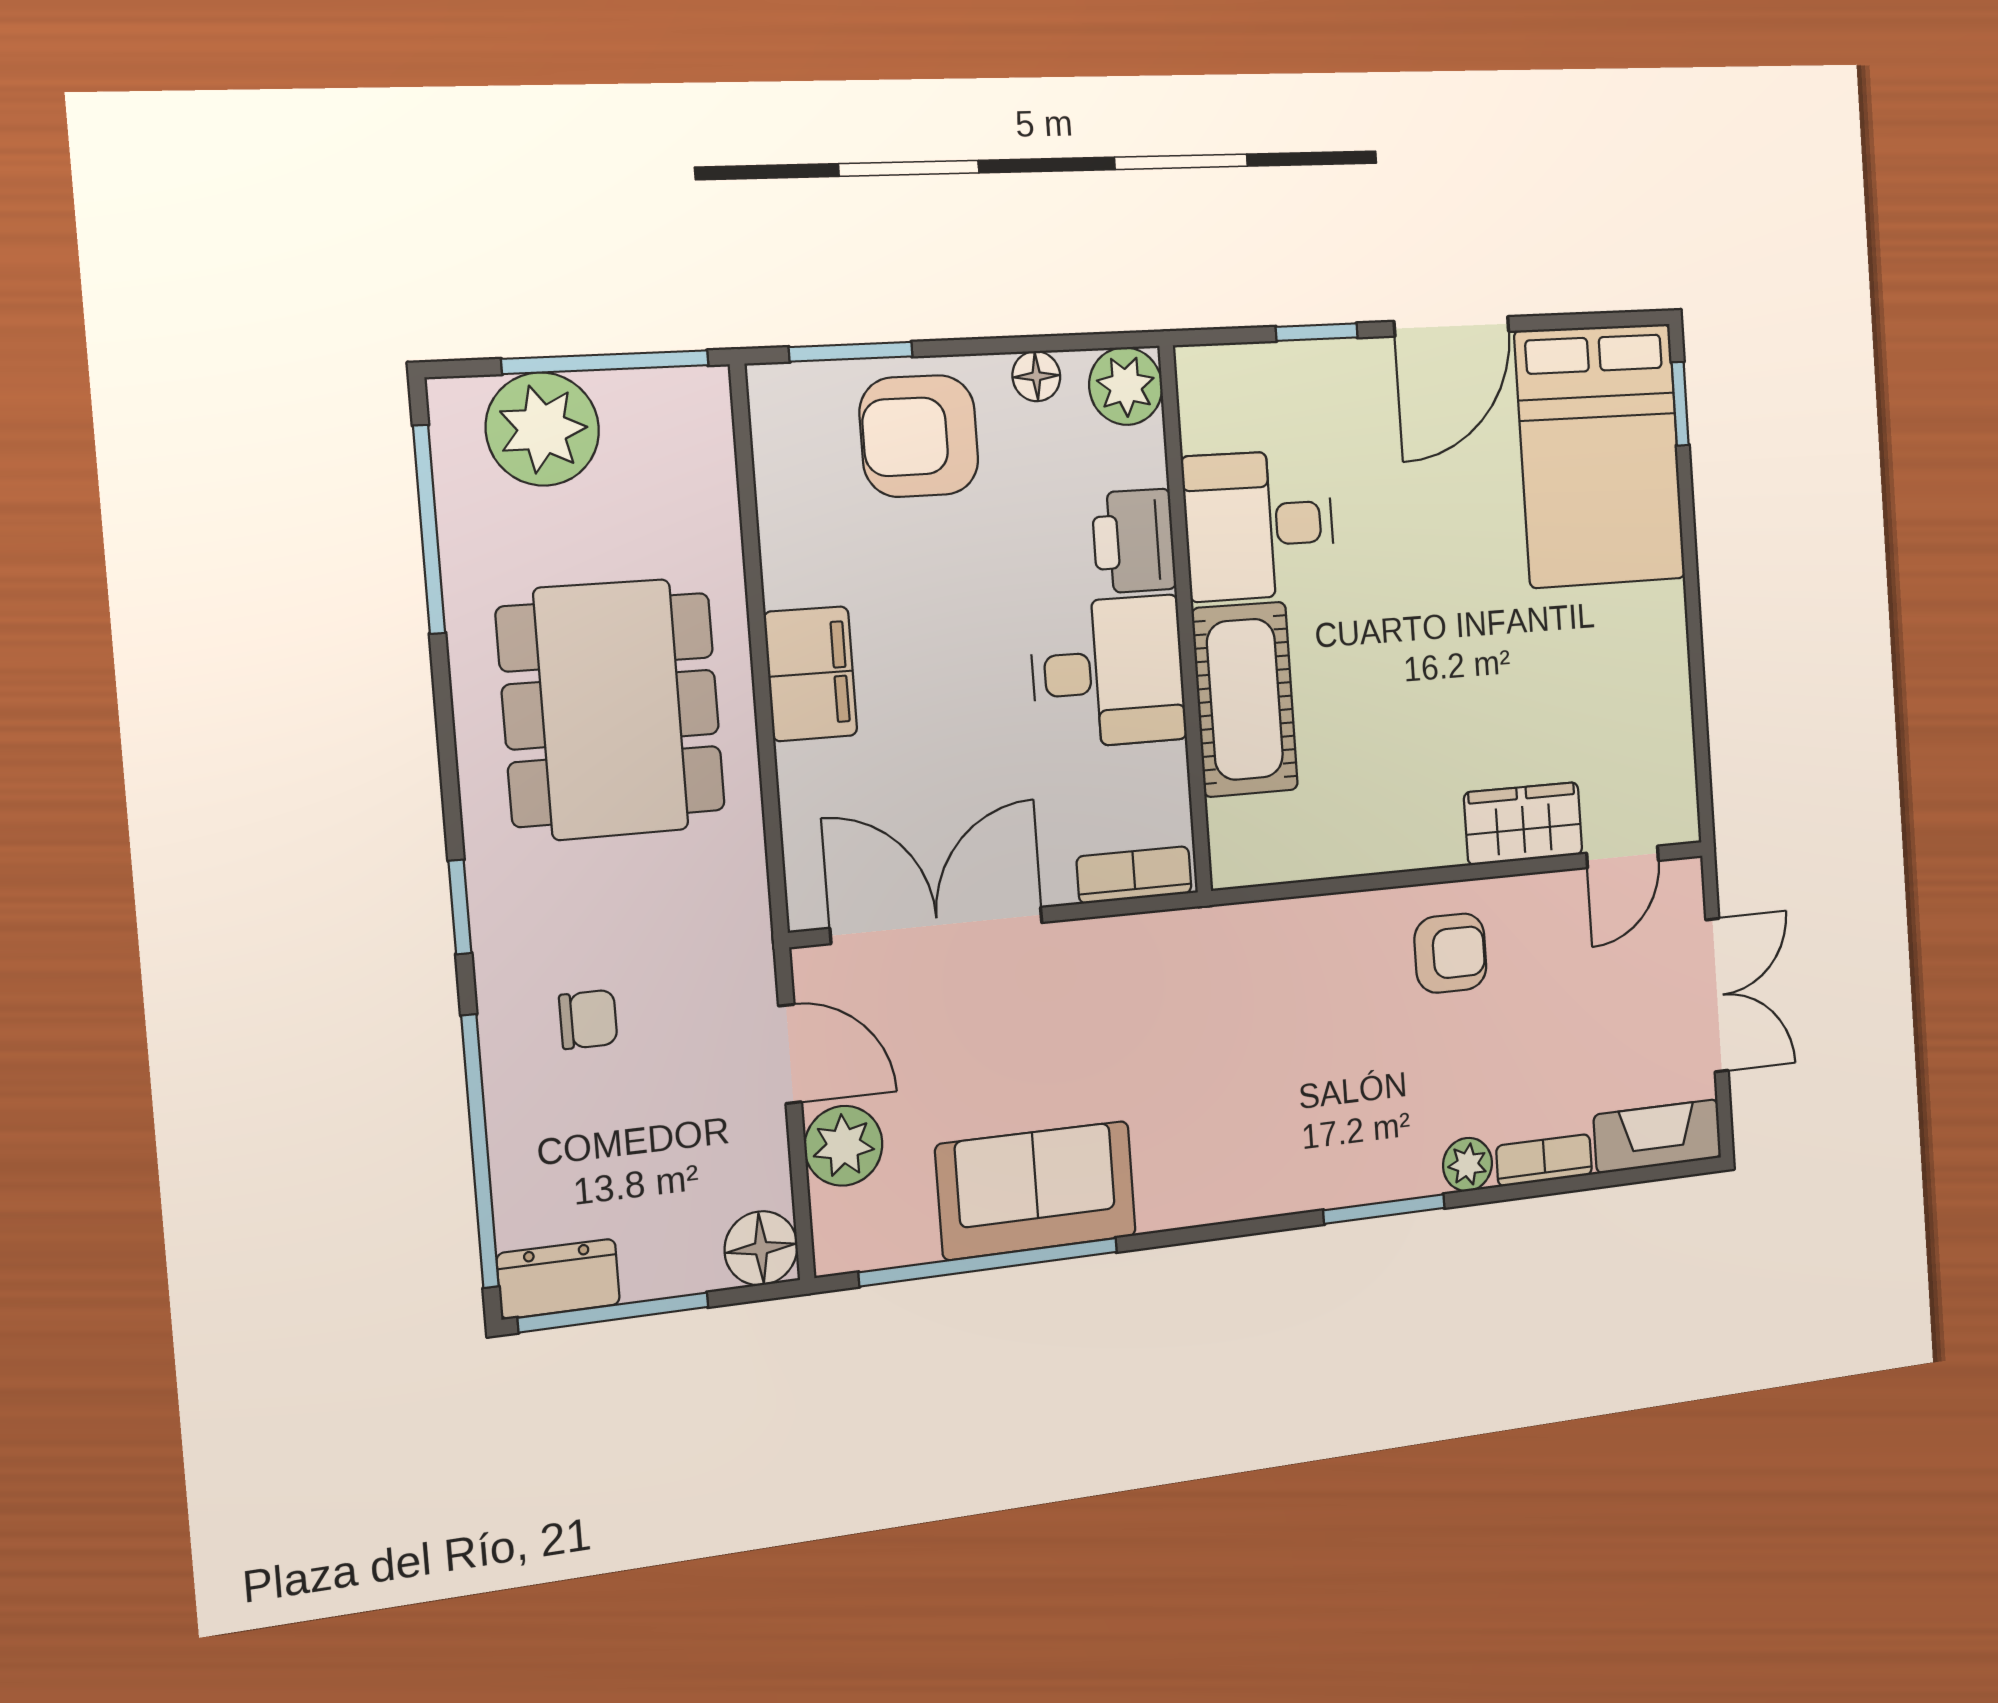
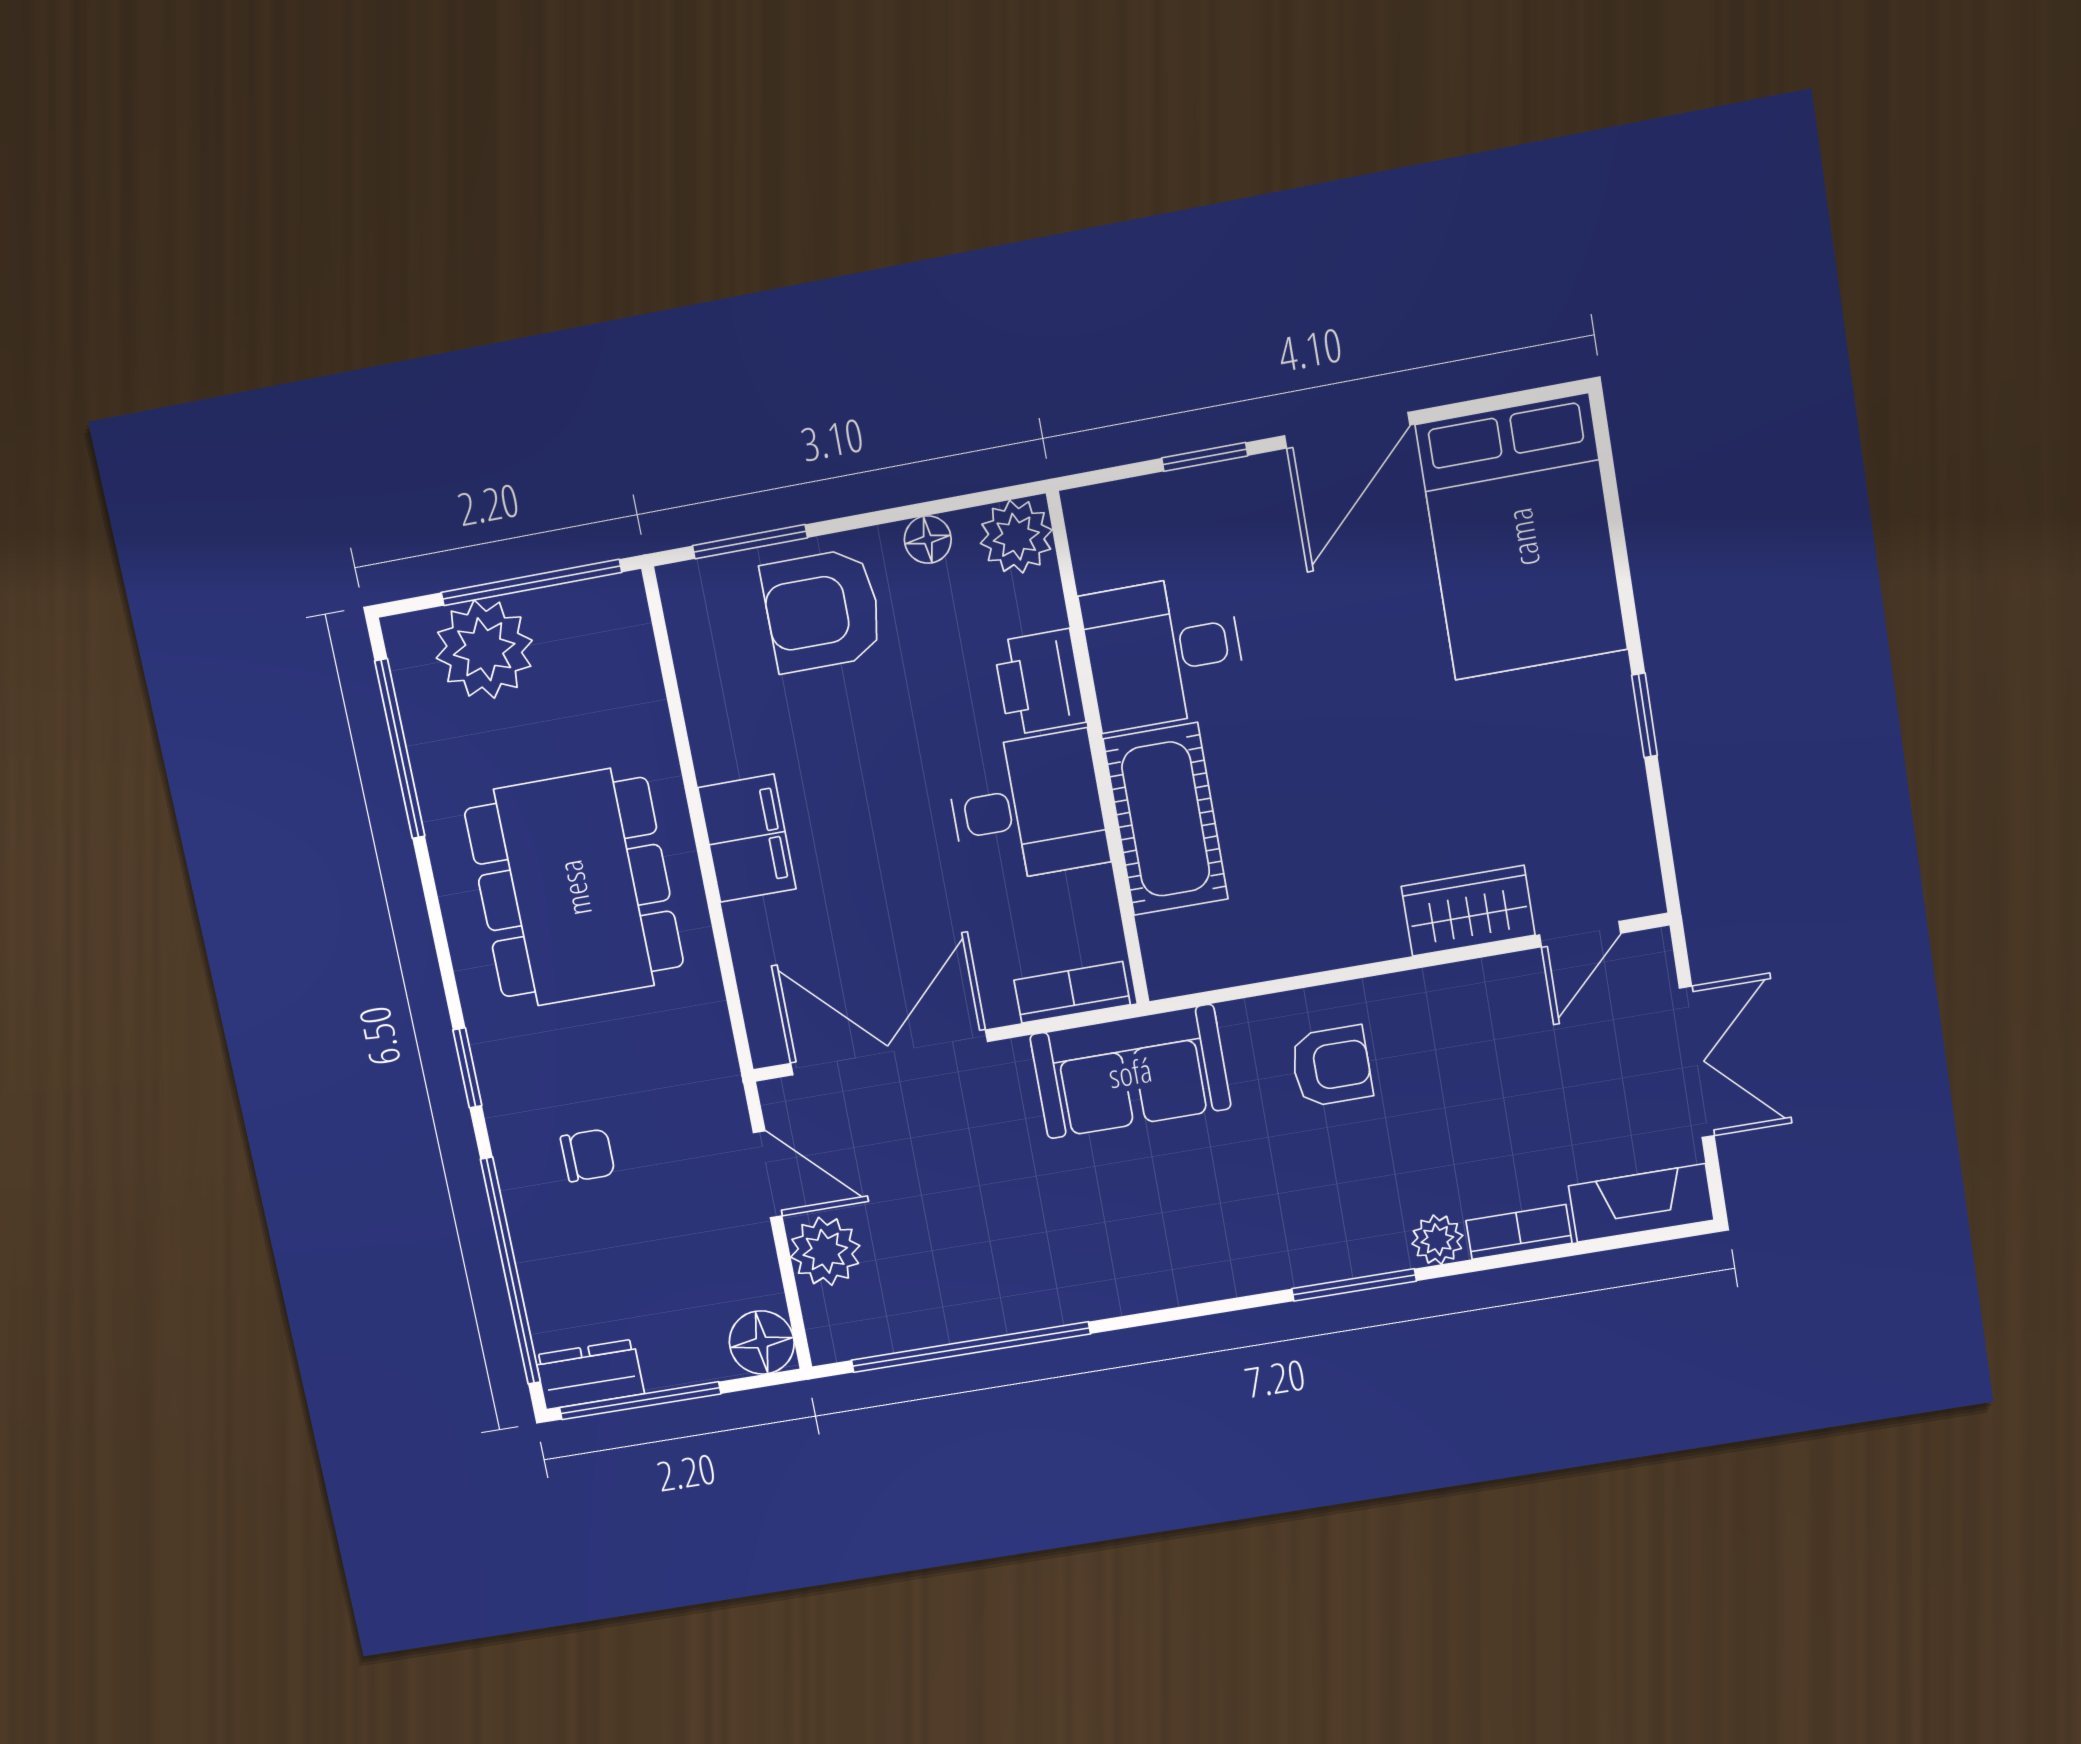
window: (1680, 404) -> (1645, 715), moved
armchair: (1450, 953) -> (1331, 1066), moved
sofa: (1036, 1190) -> (1130, 1072), moved, turned 180

